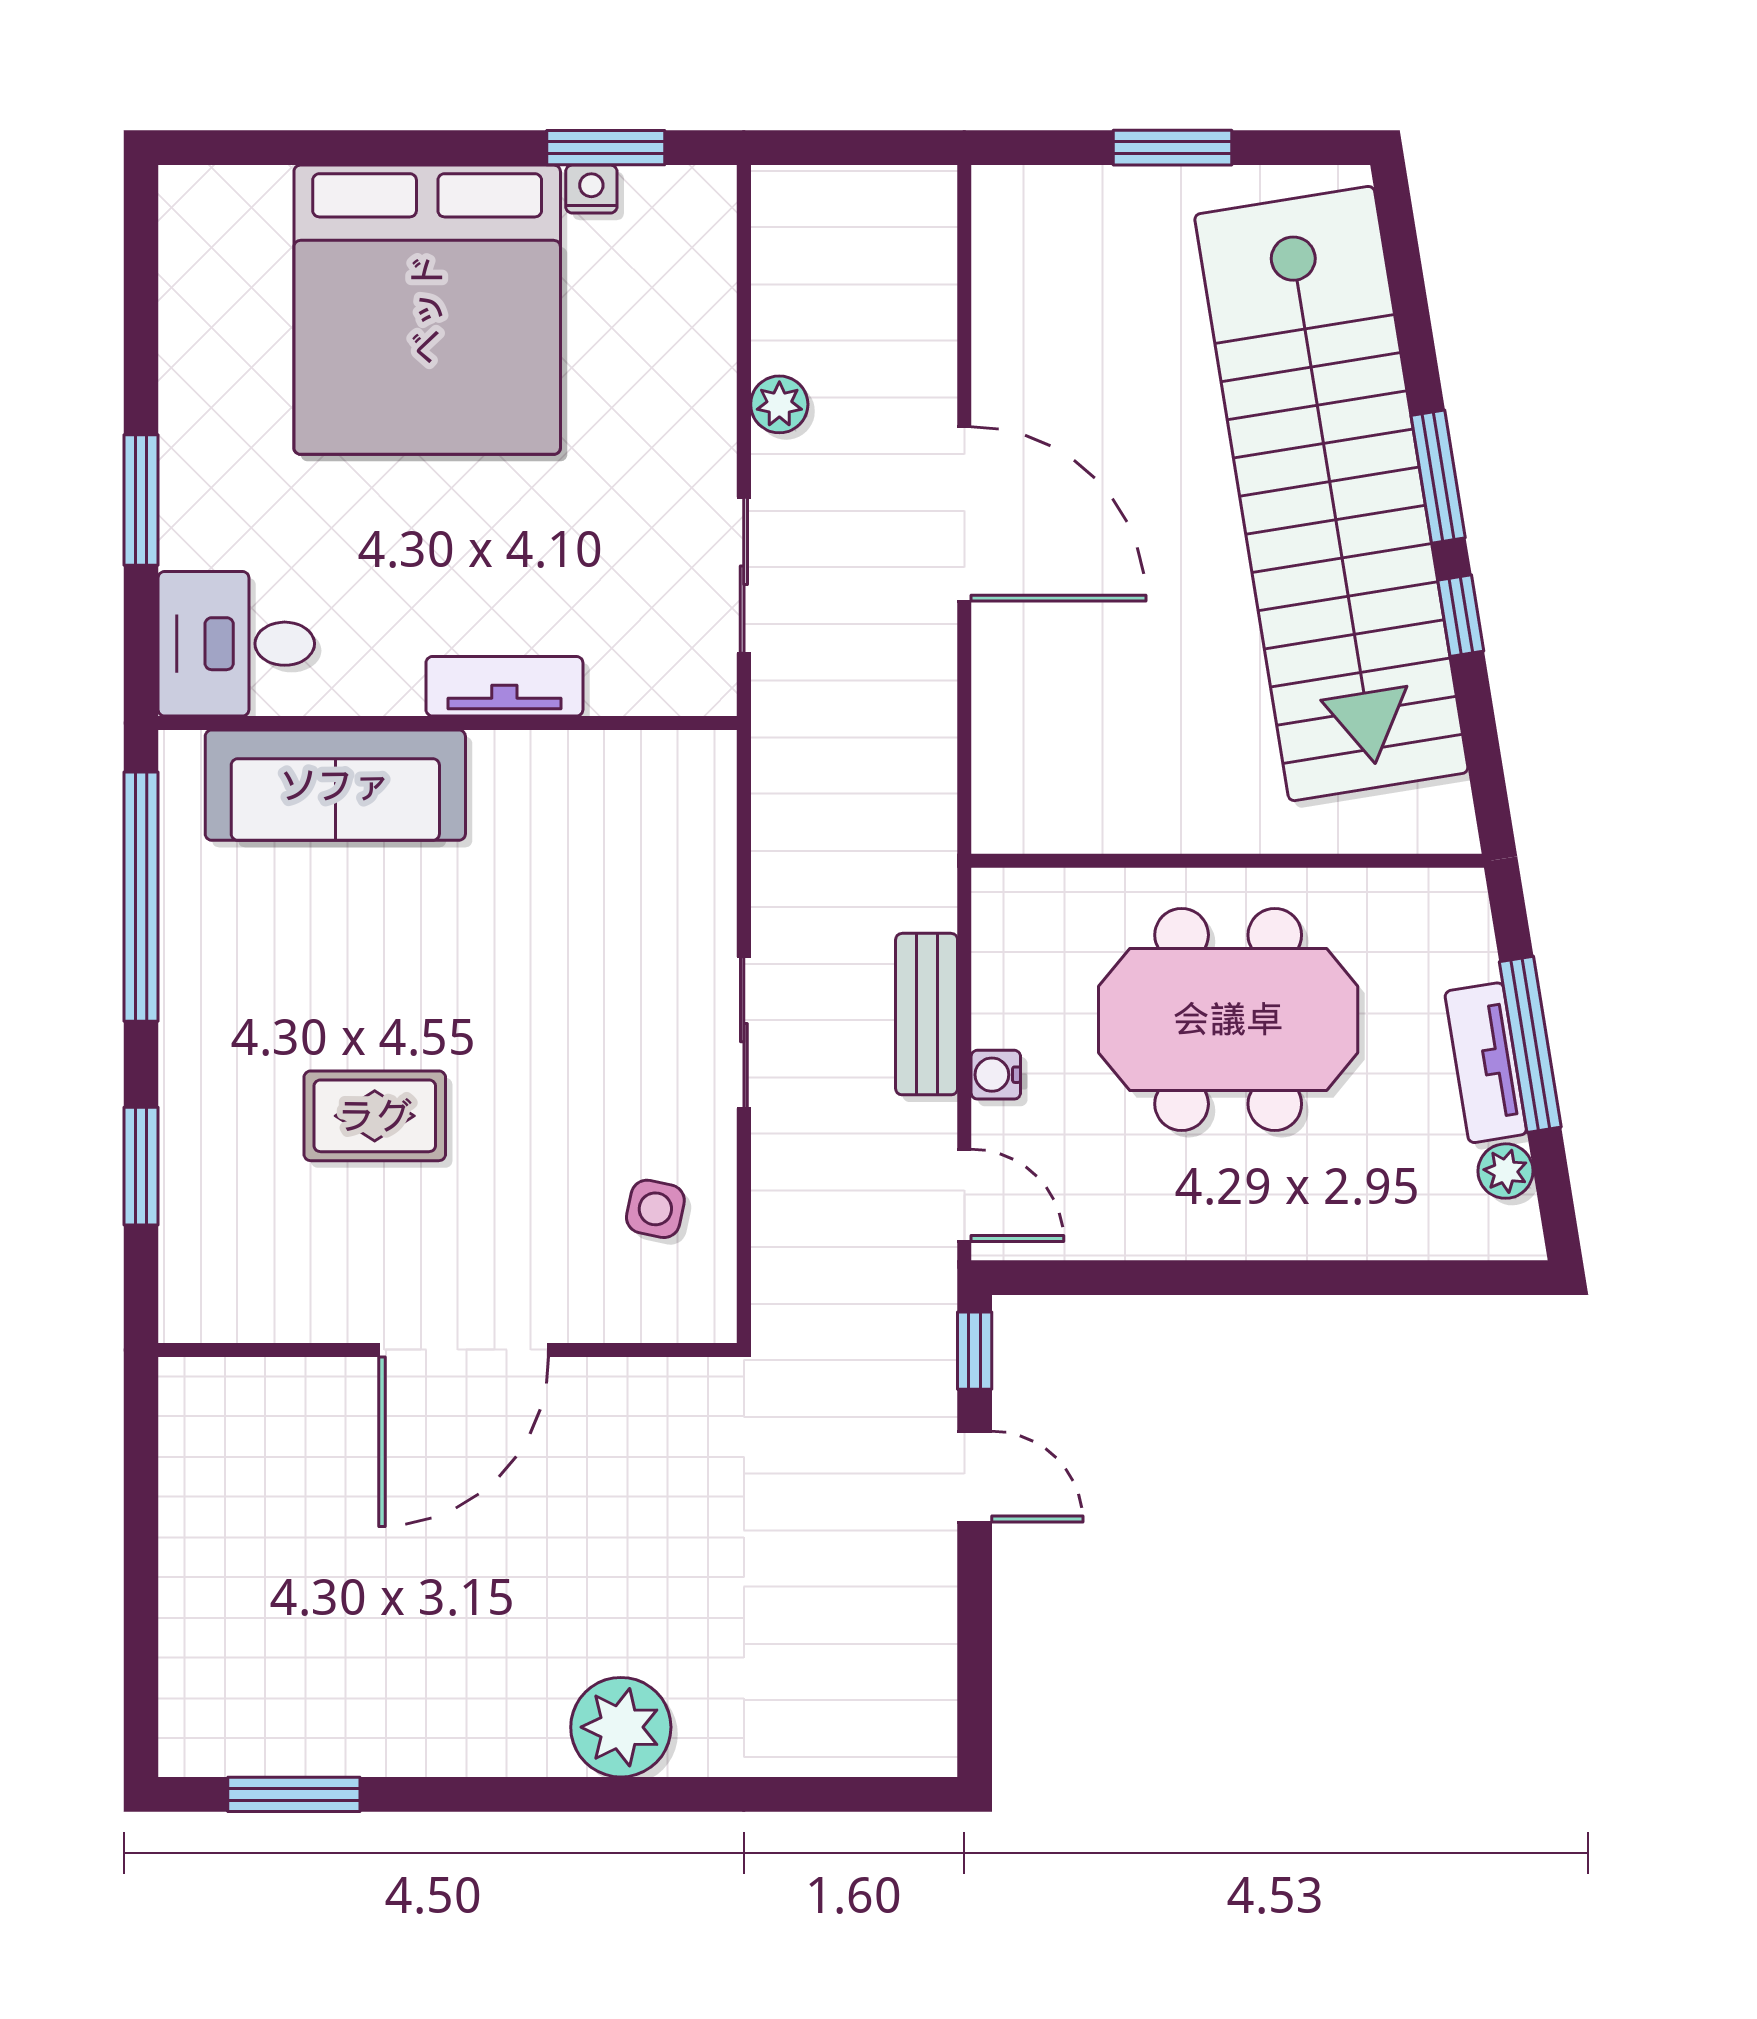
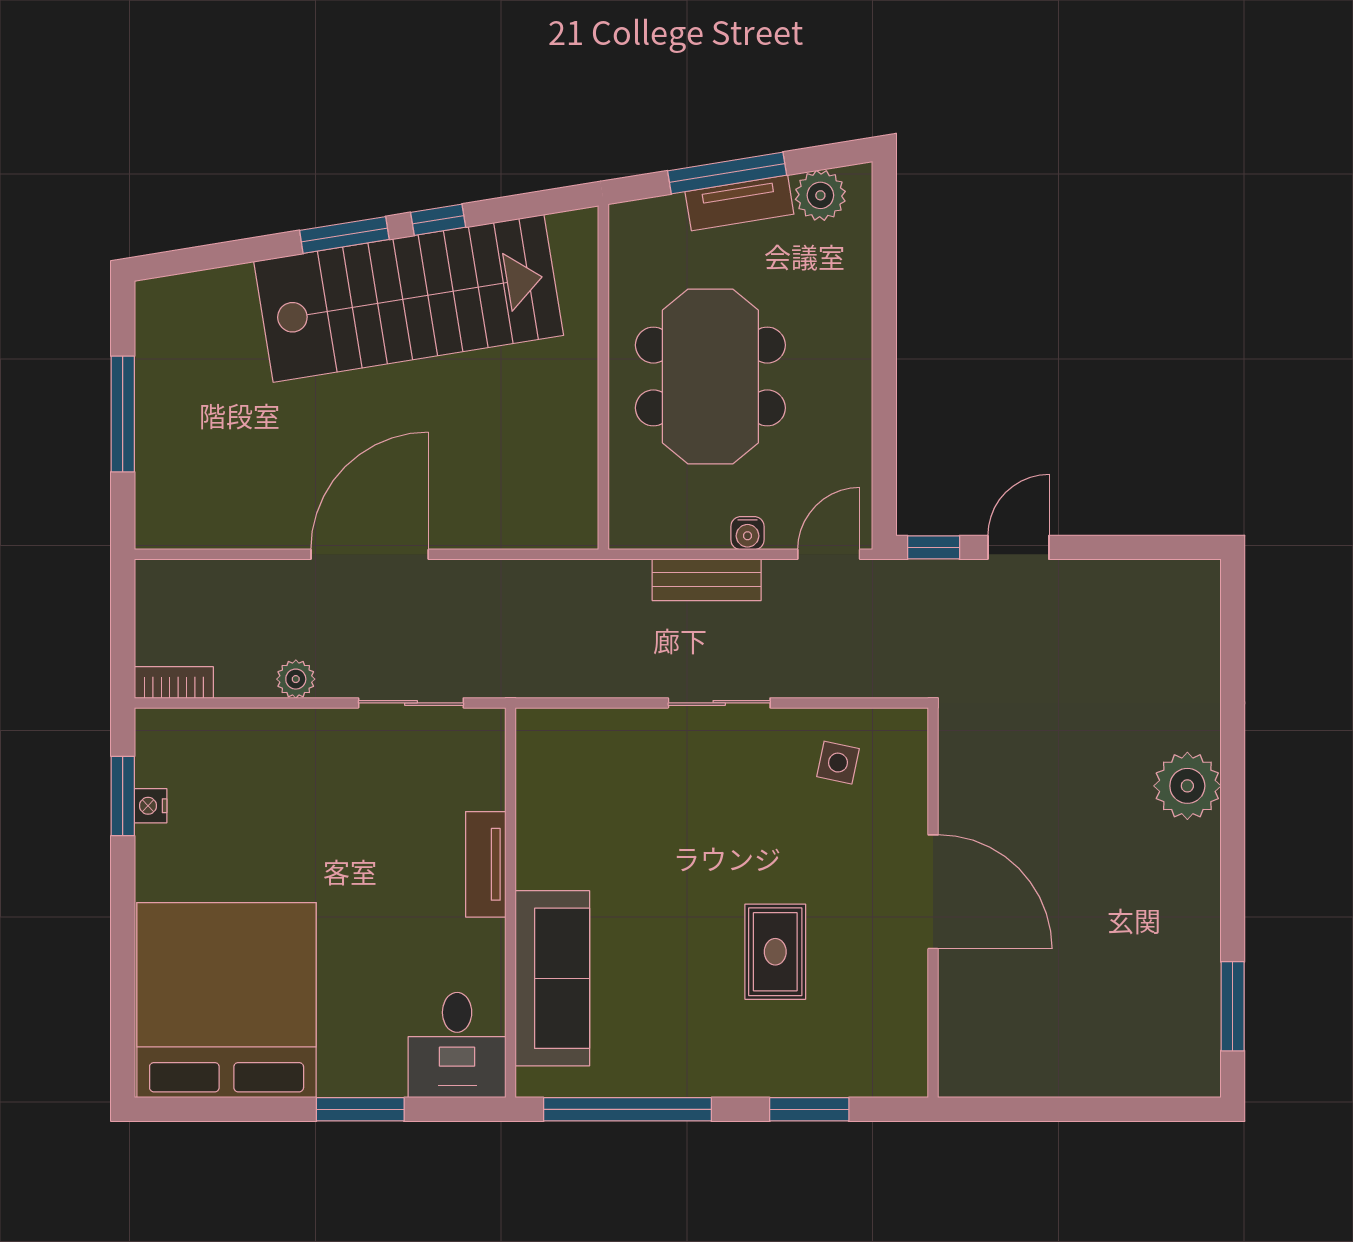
window: (1173, 148) -> (123, 414), width x1.44
bookcase: (774, 224) -> (174, 682), added
bed: (427, 310) -> (227, 1000), moved, turned -90
stairs: (1331, 494) -> (409, 298), width x0.73
plant: (1505, 1171) -> (820, 195), width x1.38, depth x1.38

